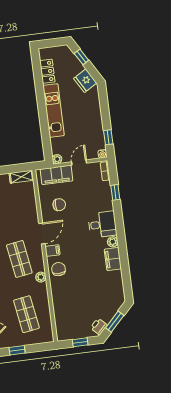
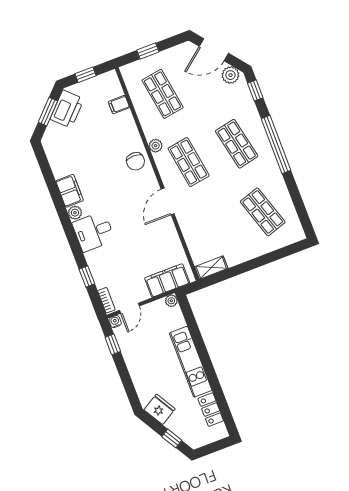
door: (79, 162) -> (129, 308), moved
chair: (59, 205) -> (155, 244), removed
filing cabinet: (53, 251) -> (119, 105), moved
printer: (99, 326) -> (67, 109), width x1.87, depth x1.48
window: (17, 350) -> (148, 51), moved

